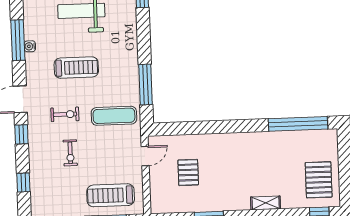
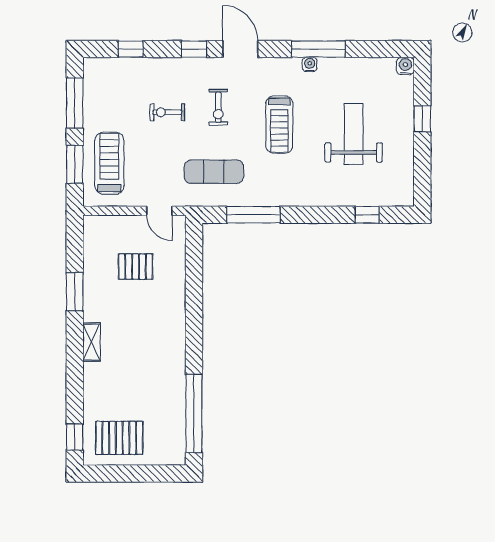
exercise mat: (114, 116) -> (214, 172), turned 90
shelving: (266, 203) -> (91, 342), moved

